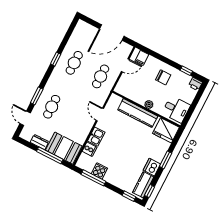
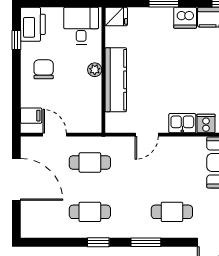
printer: (195, 84) -> (33, 24), width x1.87, depth x1.48
window: (37, 96) -> (146, 242), moved
fridge: (166, 130) -> (116, 17), width x0.53, depth x0.75

